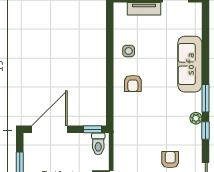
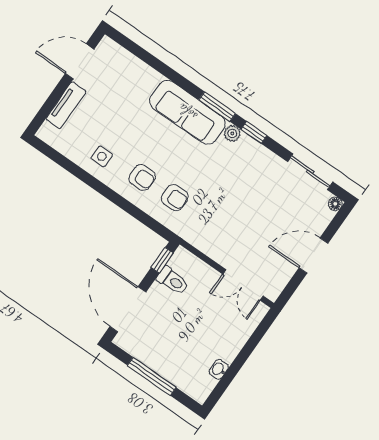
sofa: (190, 64) -> (187, 112), moved
toilet: (98, 144) -> (173, 281), moved
armchair: (170, 160) -> (175, 198), moved, turned 180

